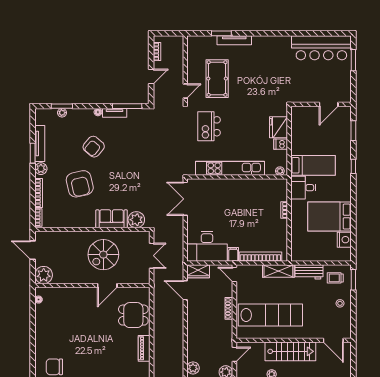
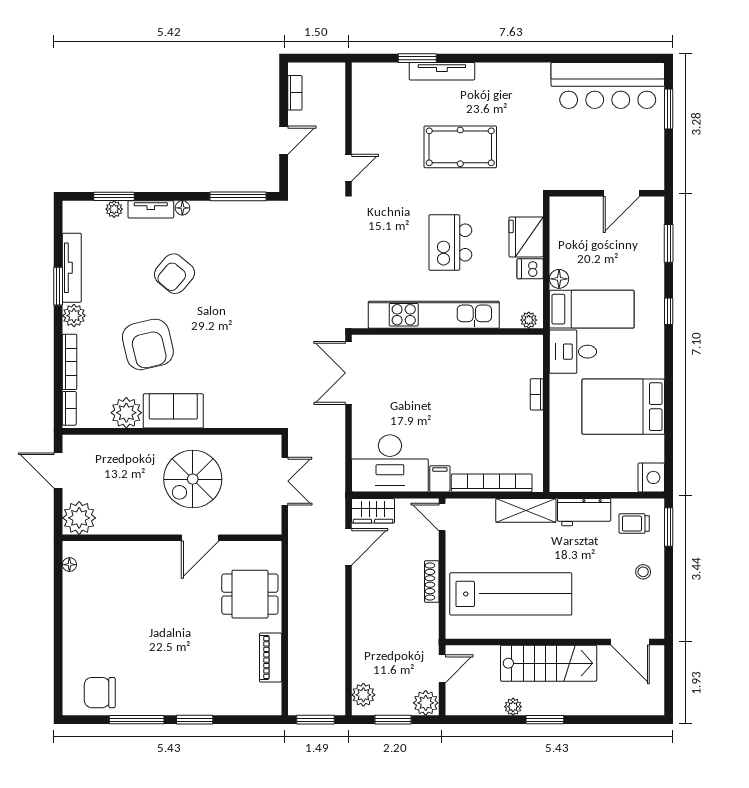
pool table: (217, 79) -> (460, 147), moved, turned 90
tv unit: (115, 113) -> (151, 209), moved
kitchen island: (209, 126) -> (450, 242), moved
floor lamp: (296, 149) -> (559, 279), added
sofa: (112, 219) -> (173, 411), moved
plant: (136, 220) -> (126, 413), moved
nightstand: (344, 240) -> (651, 477), moved
door: (185, 290) -> (349, 547), swing flipped

